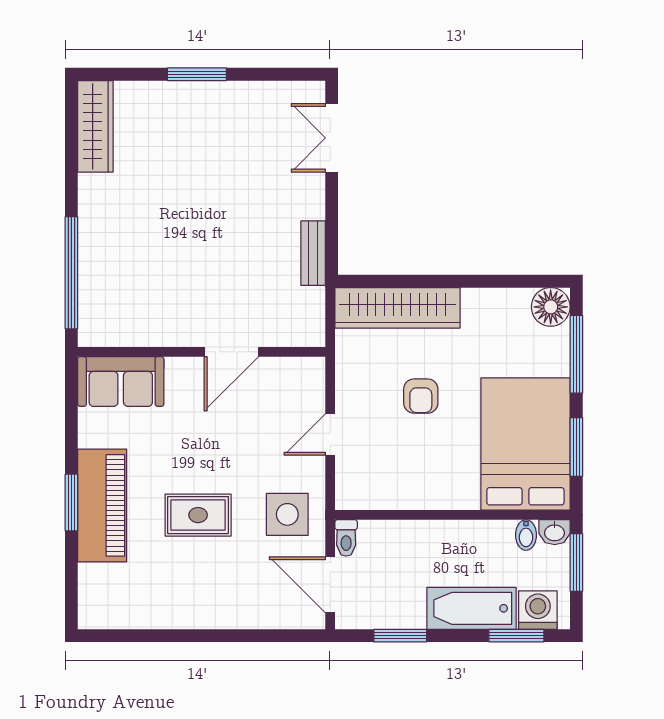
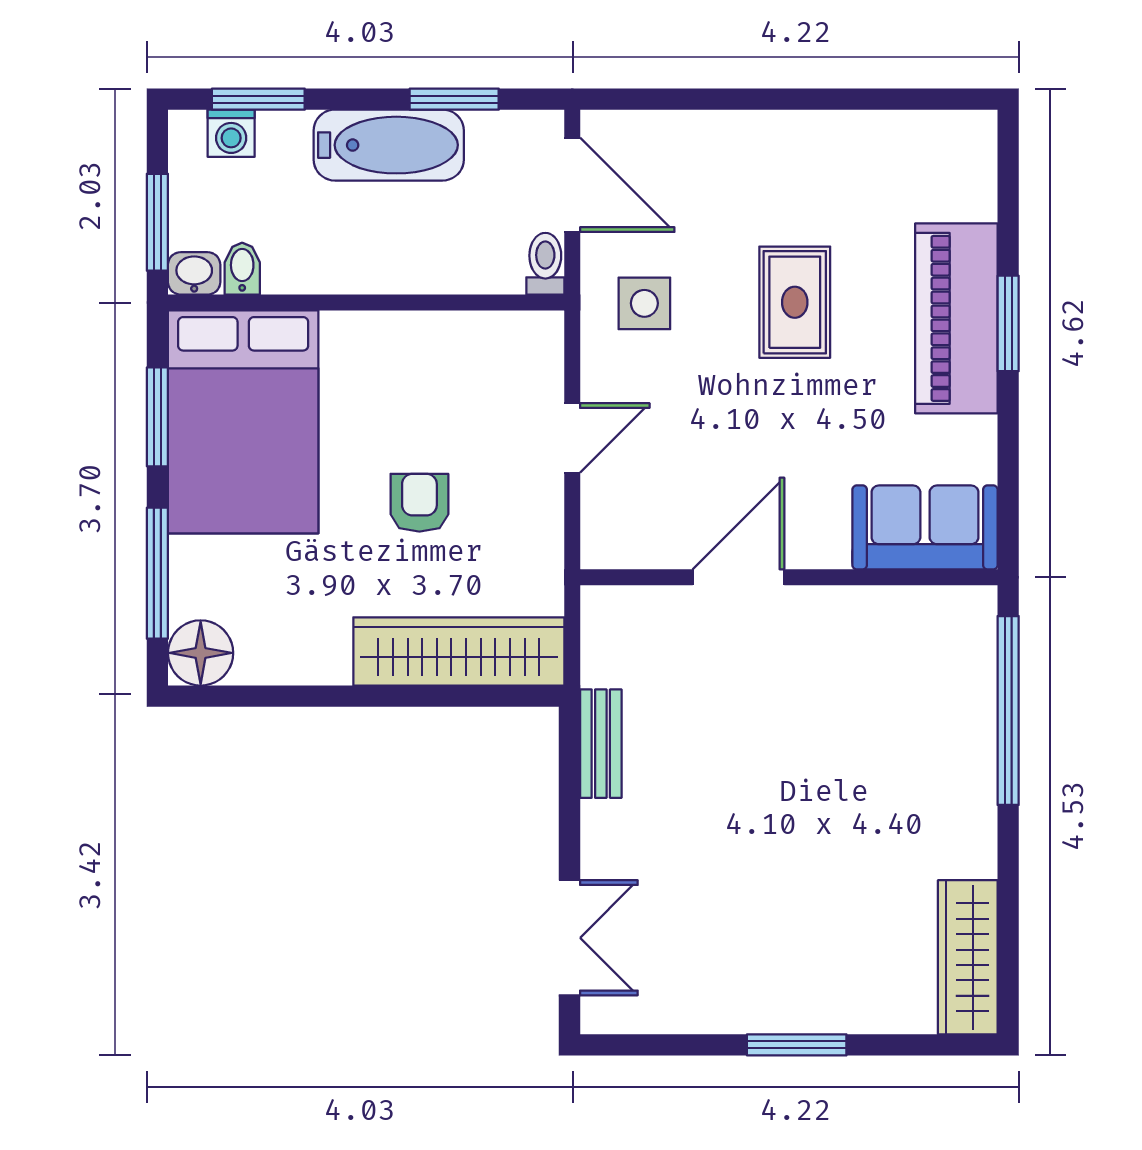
side table: (287, 514) -> (644, 303), width x0.73, depth x0.73
rug: (198, 515) -> (795, 302), turned 90
bathtub: (471, 608) -> (389, 145), moved
washing machine: (538, 610) -> (231, 133), width x0.73, depth x0.73

